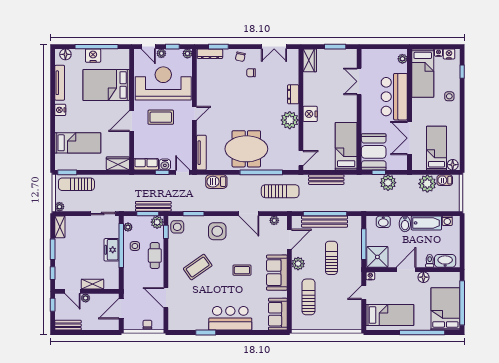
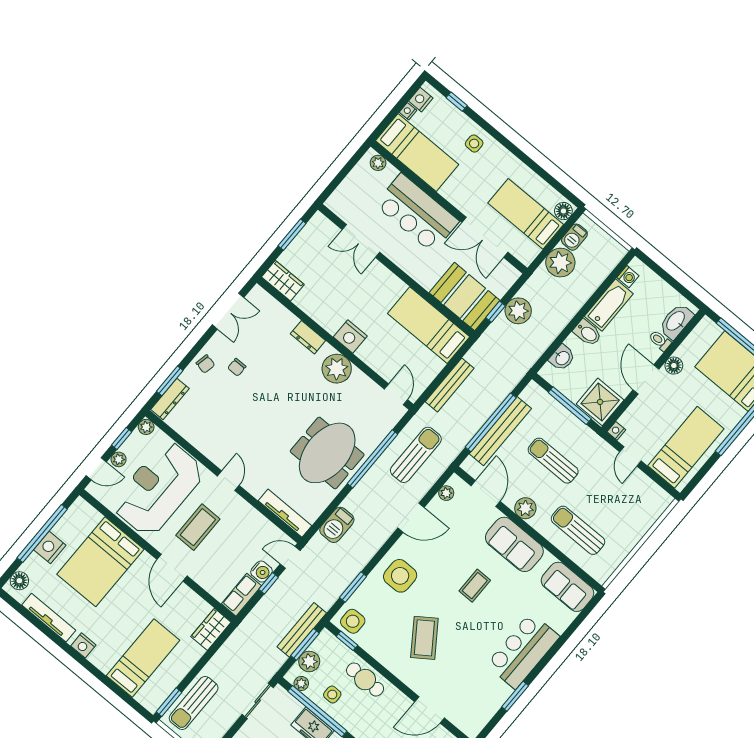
plant: (157, 222) -> (309, 661), moved

